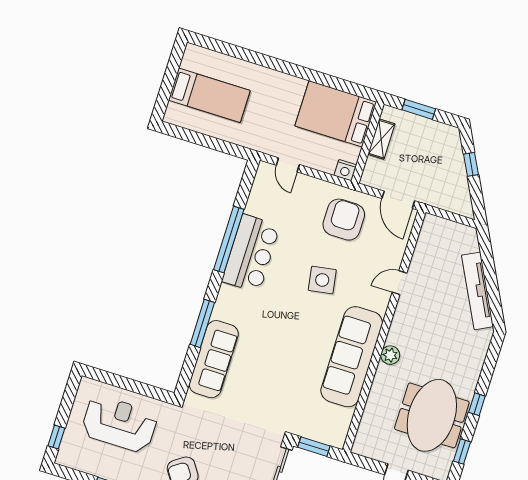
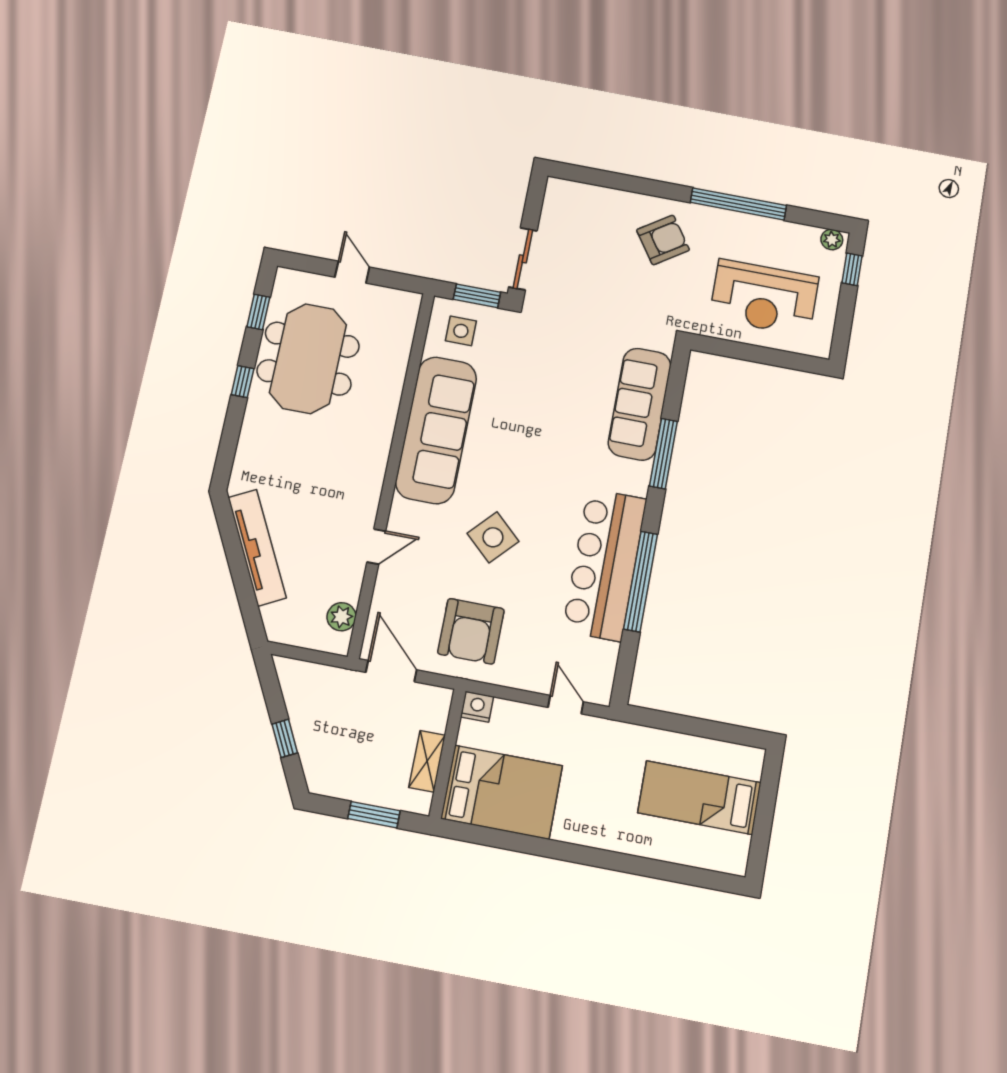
bar counter: (251, 253) -> (605, 565), width x1.36
side table: (322, 280) -> (493, 537), turned -38
plant: (390, 355) -> (341, 617), moved
side table: (328, 423) -> (461, 331), added
plant: (67, 460) -> (832, 240), added

